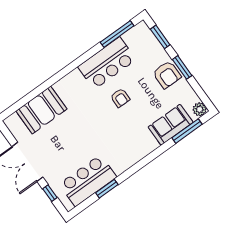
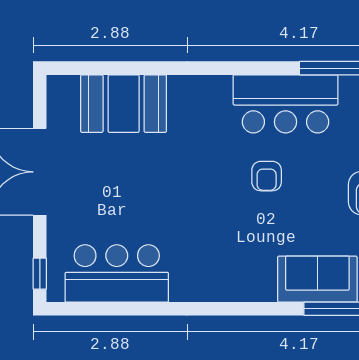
window: (107, 189) -> (138, 309), removed
window: (50, 193) -> (40, 274), moved

